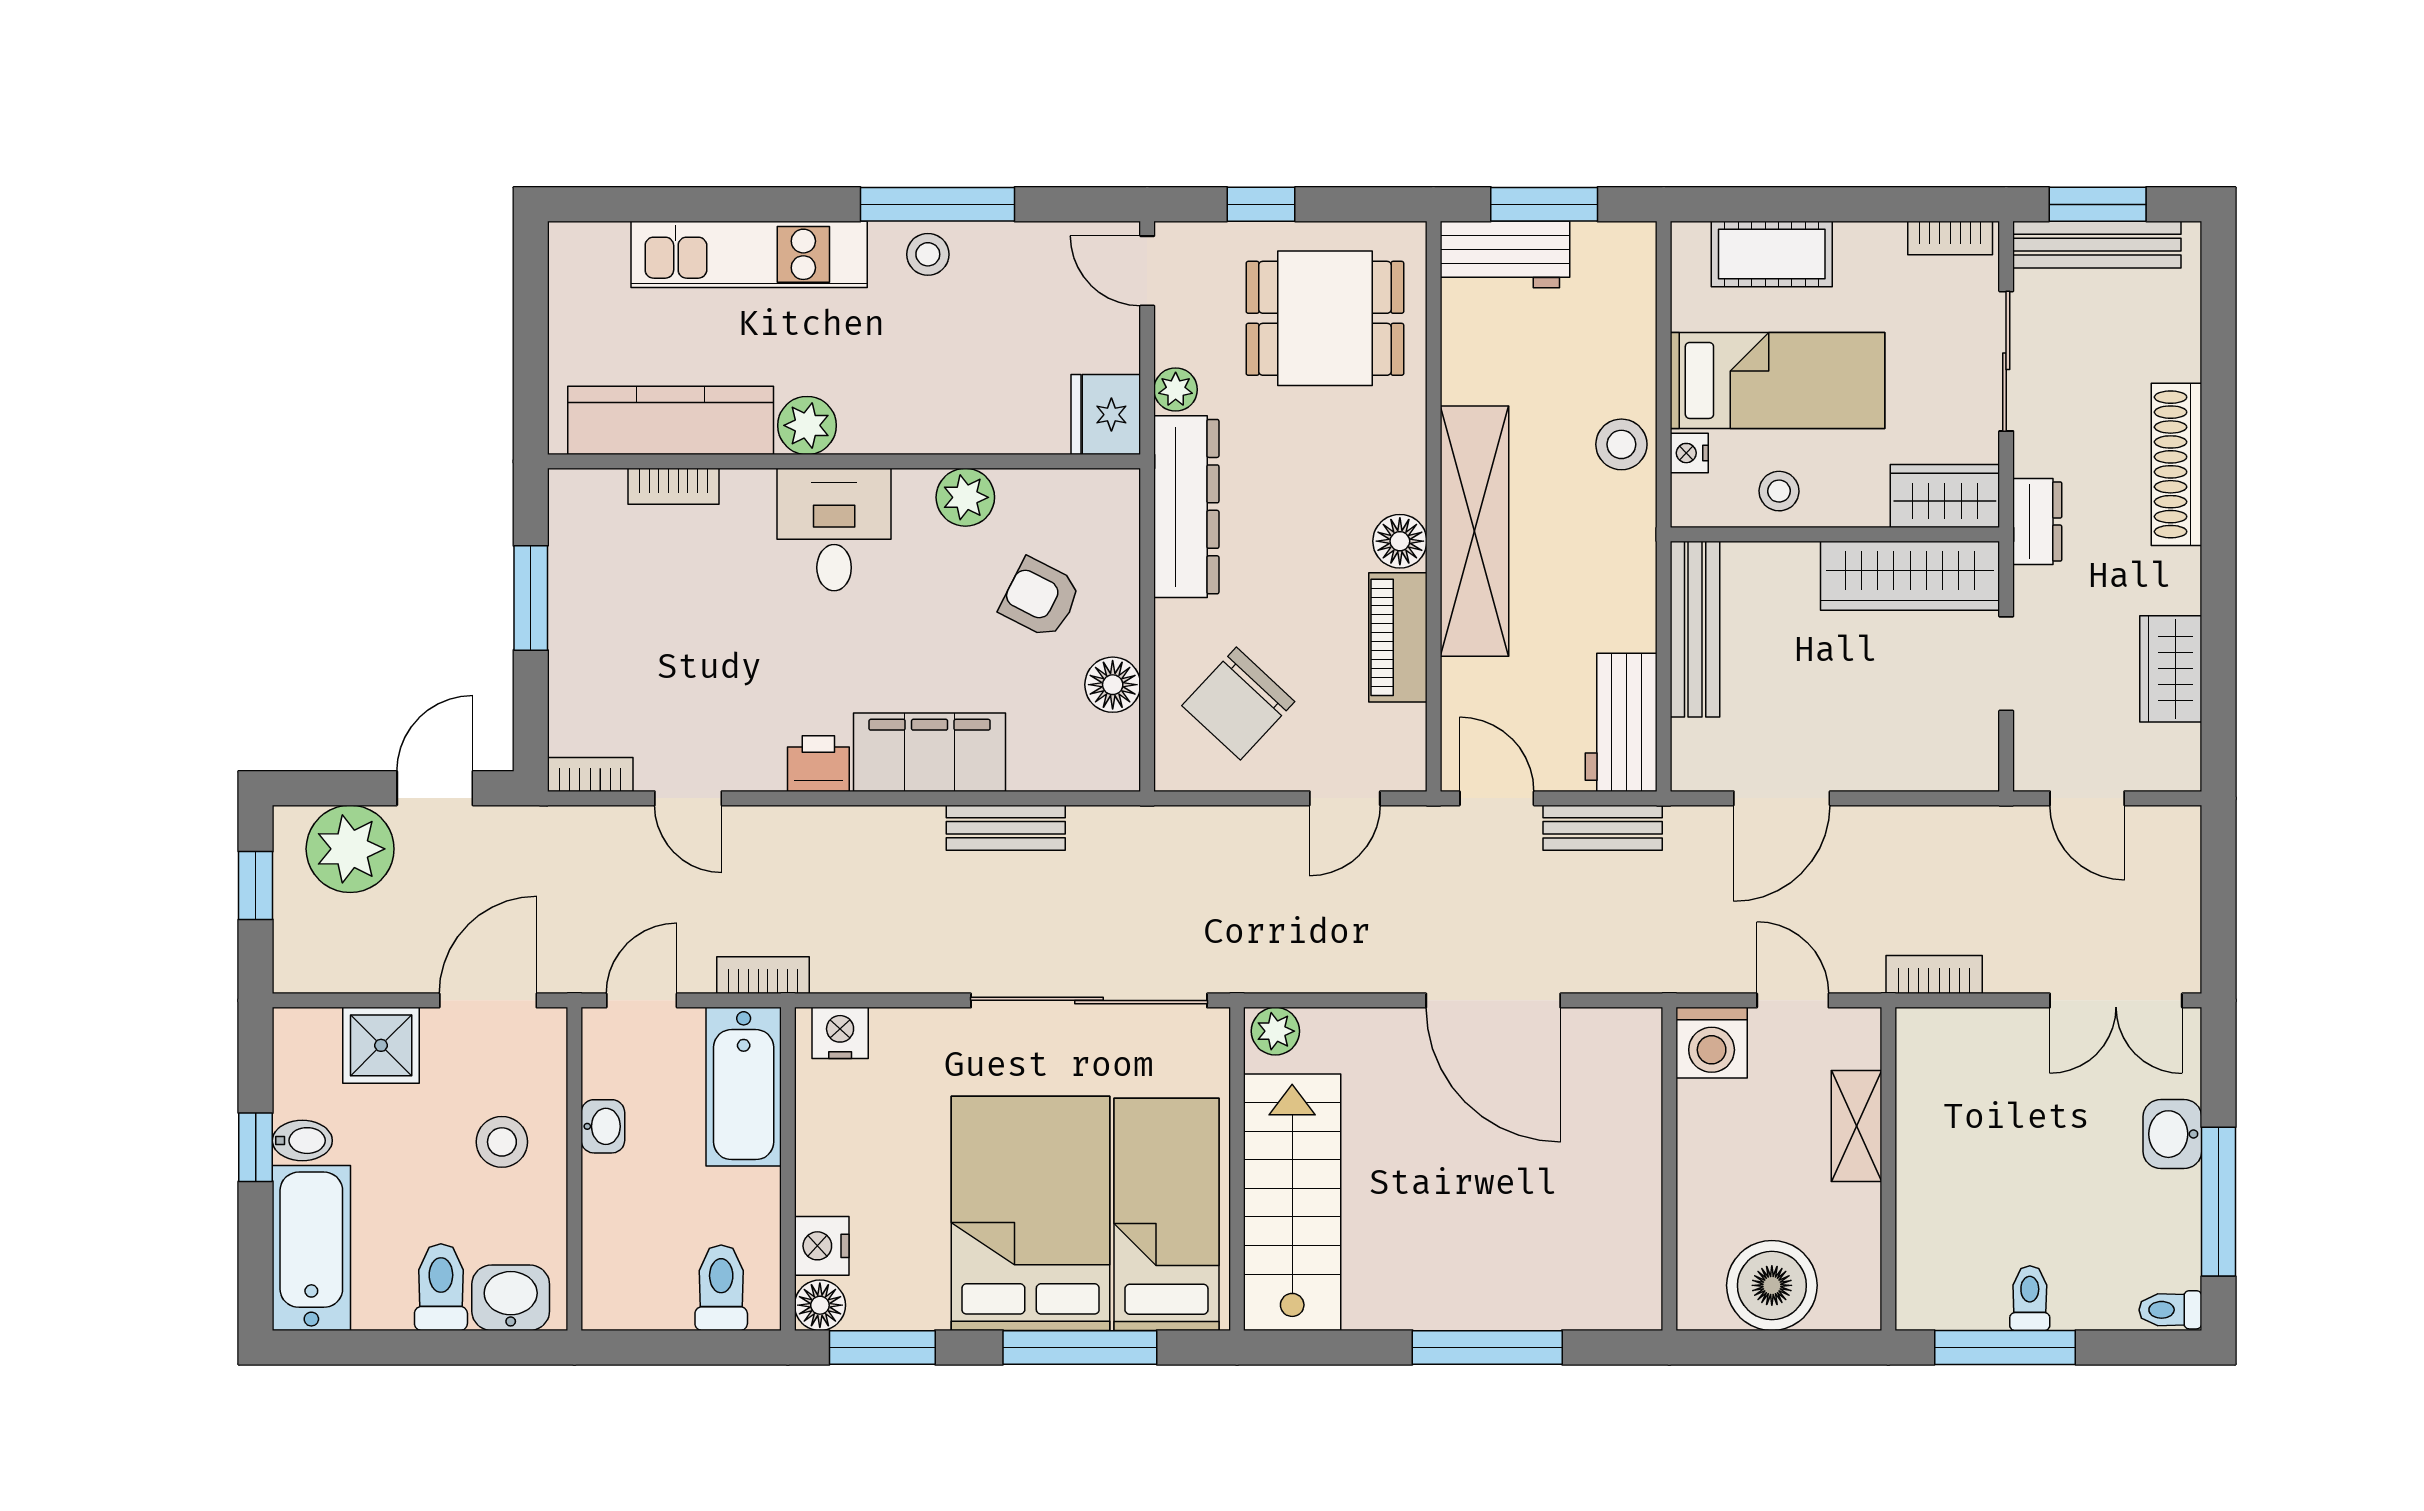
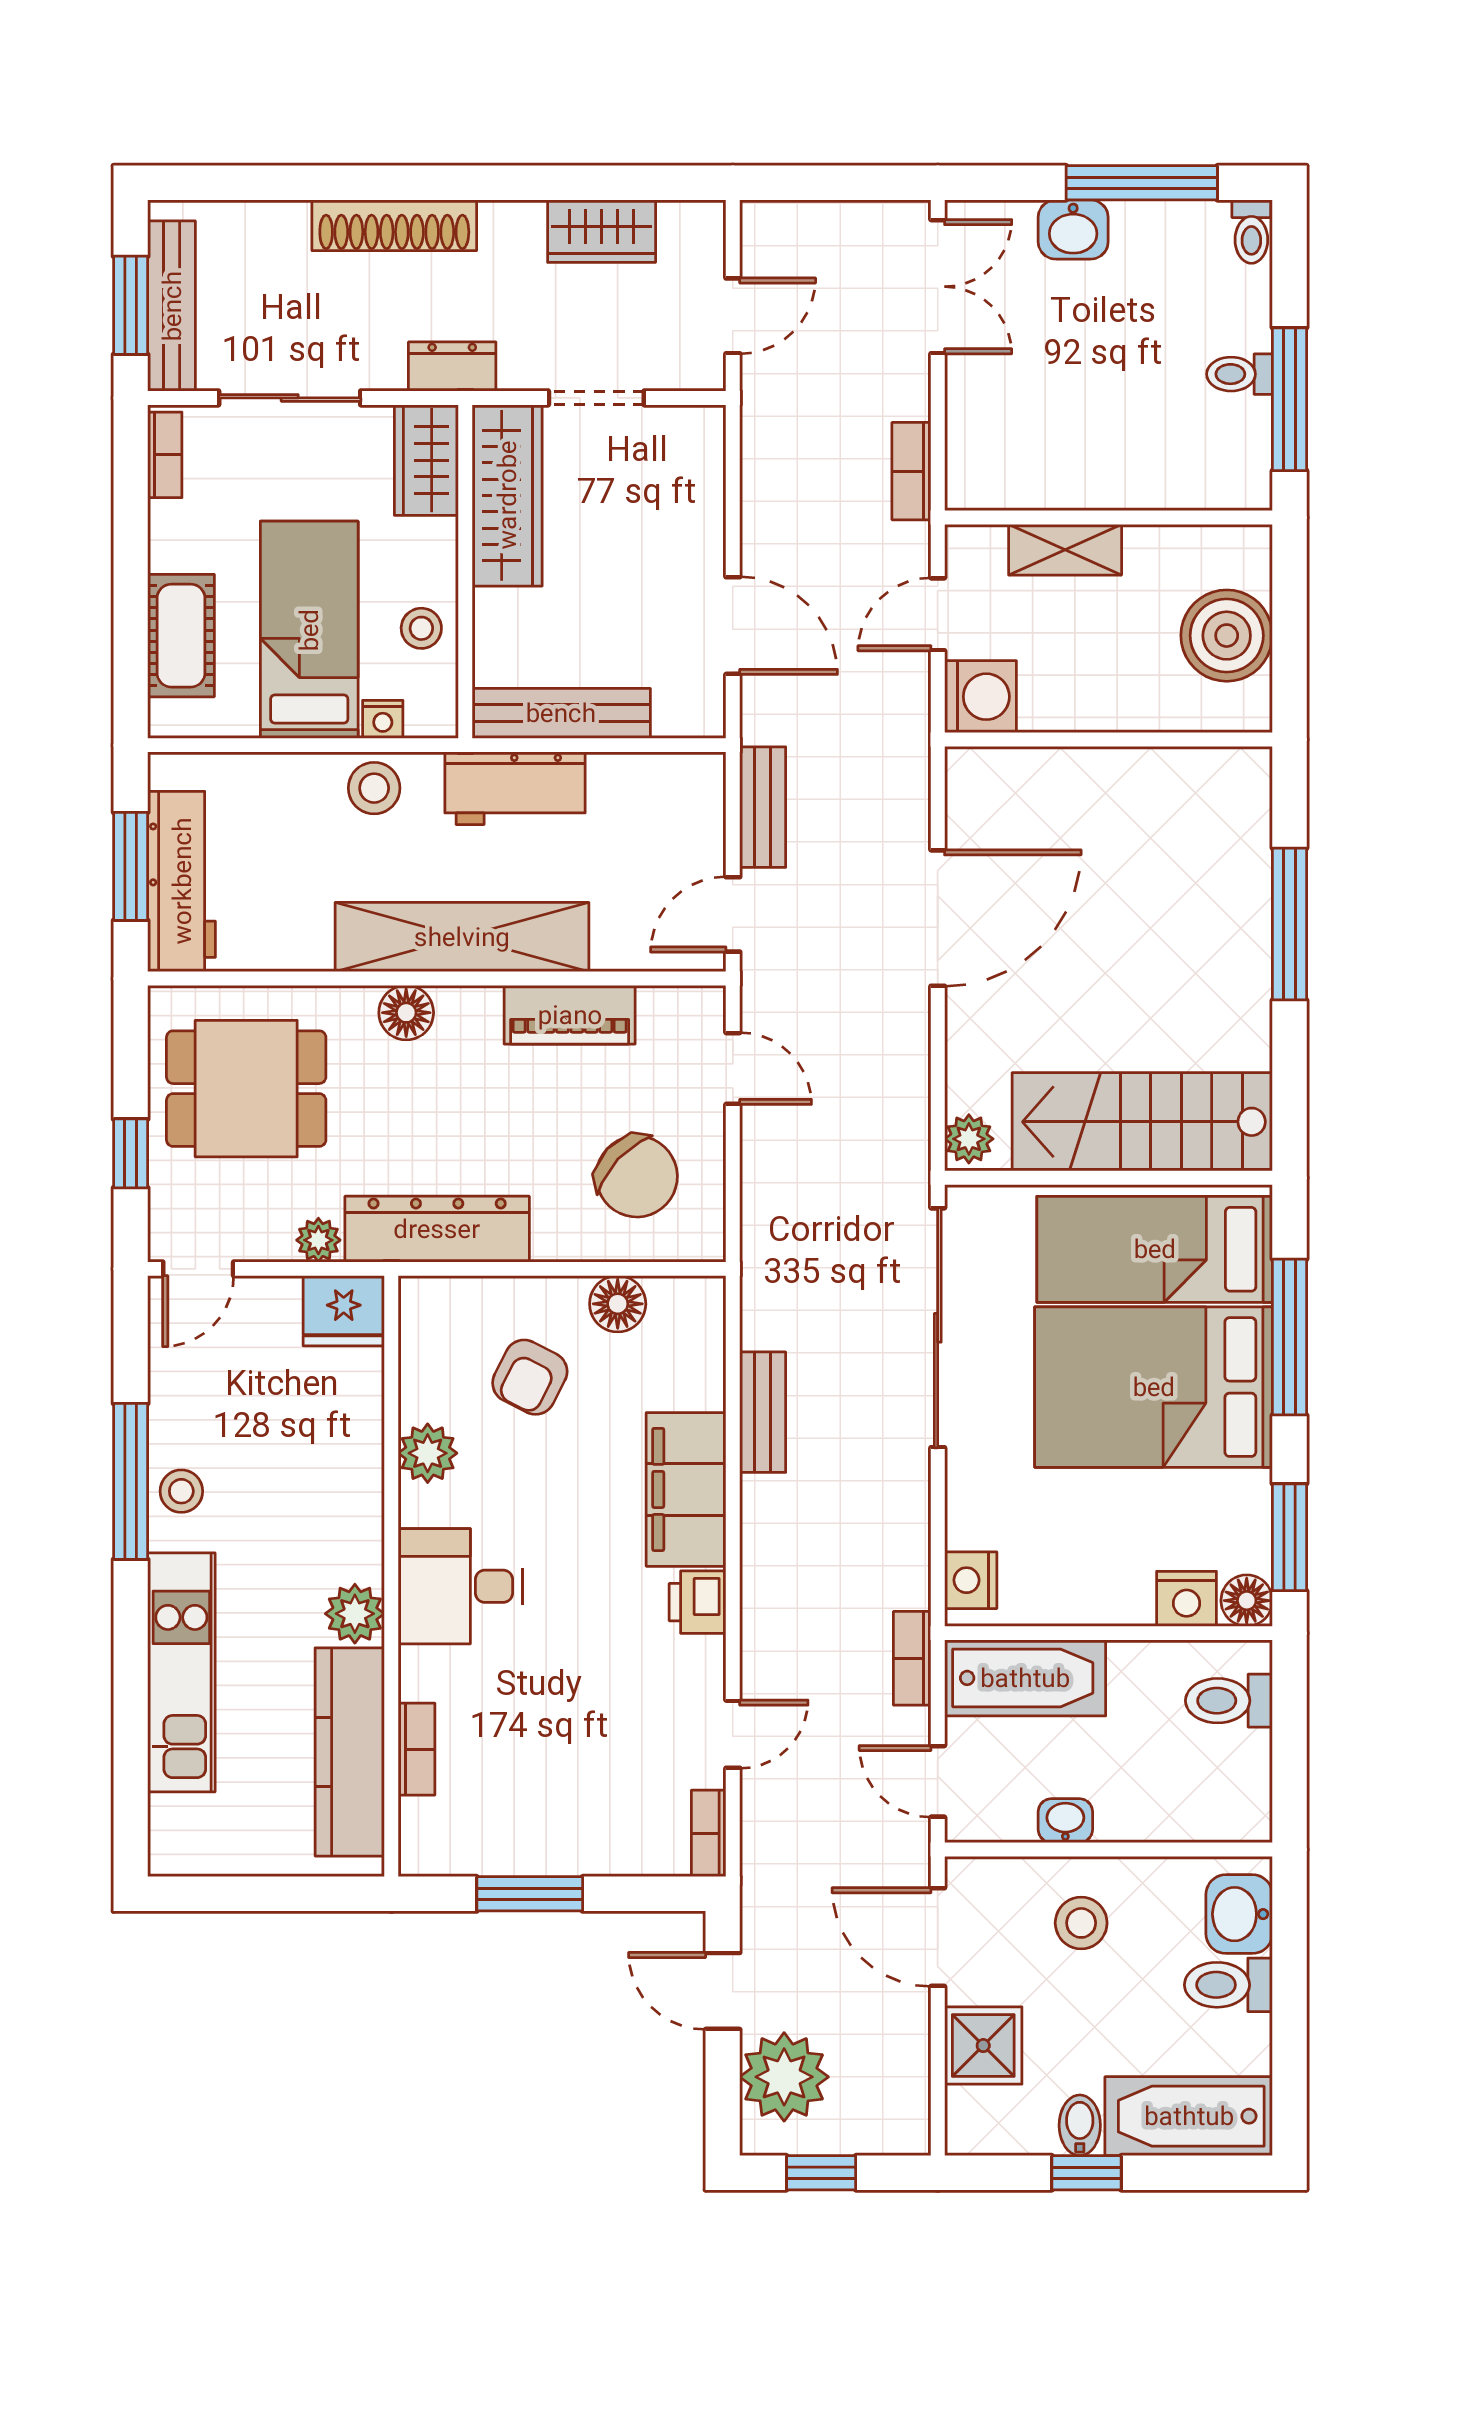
workbench: (1505, 255) -> (182, 881), width x1.38
dining table: (1325, 318) -> (246, 1089), turned 90
floor lamp: (1400, 541) -> (406, 1013), moved
workbench: (1621, 722) -> (515, 788), moved

